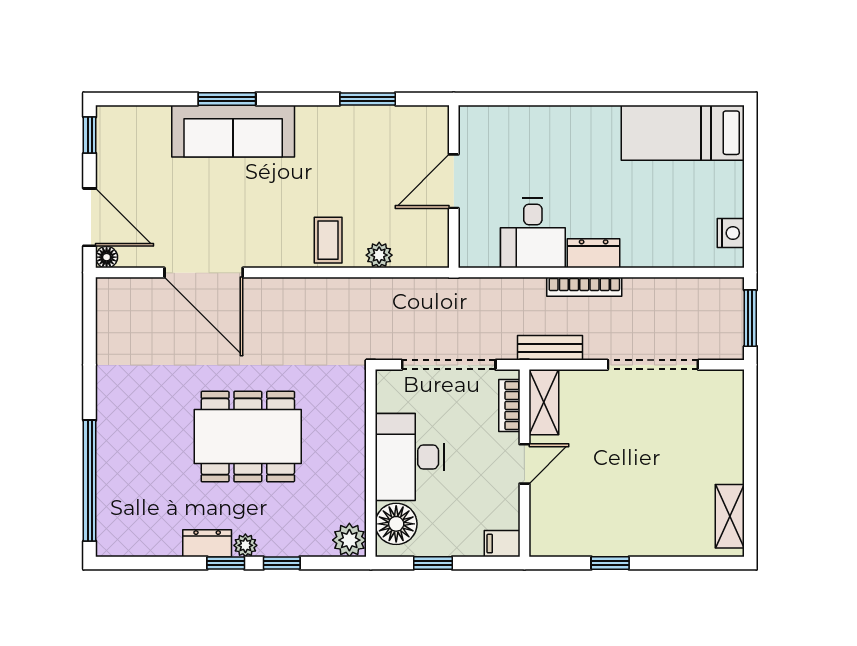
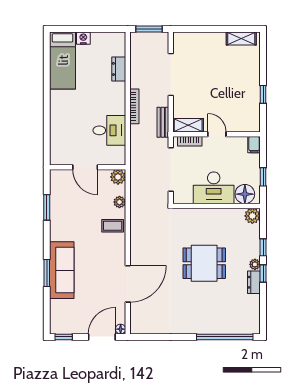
nightstand: (731, 233) -> (83, 38), moved
plant: (433, 252) -> (118, 177), added
dresser: (594, 253) -> (119, 69), moved
dining table: (248, 437) -> (204, 263), width x0.73

